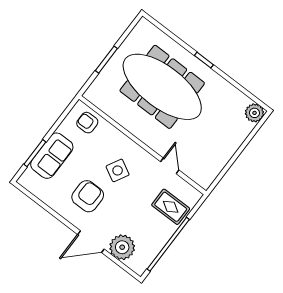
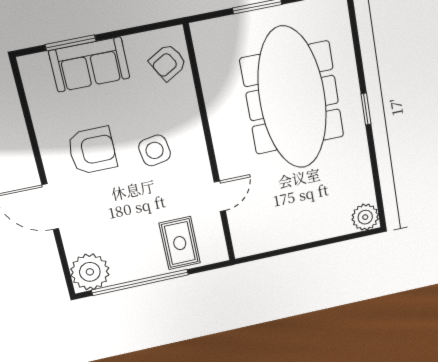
armchair: (87, 123) -> (168, 62), turned -120
side table: (118, 170) -> (155, 150), turned -38
plant: (122, 247) -> (90, 272), moved

